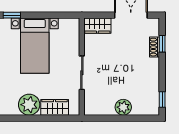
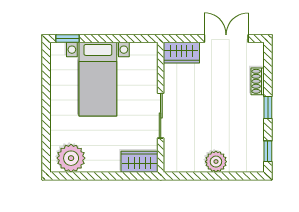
window: (162, 44) -> (268, 107), moved
plant: (29, 105) -> (71, 158), moved
wardrobe: (55, 107) -> (140, 162), moved

